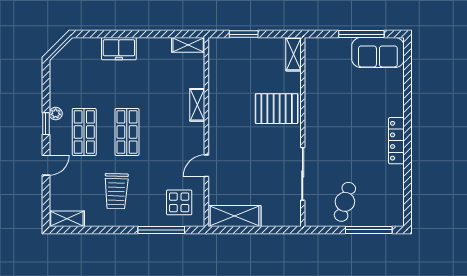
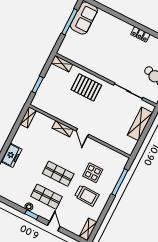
pallet: (277, 109) -> (86, 87), turned 90
locker: (396, 141) -> (140, 34), width x0.66
door: (206, 166) -> (82, 133), moved
display table: (179, 202) -> (93, 173), moved
shelving: (235, 216) -> (140, 124), moved

